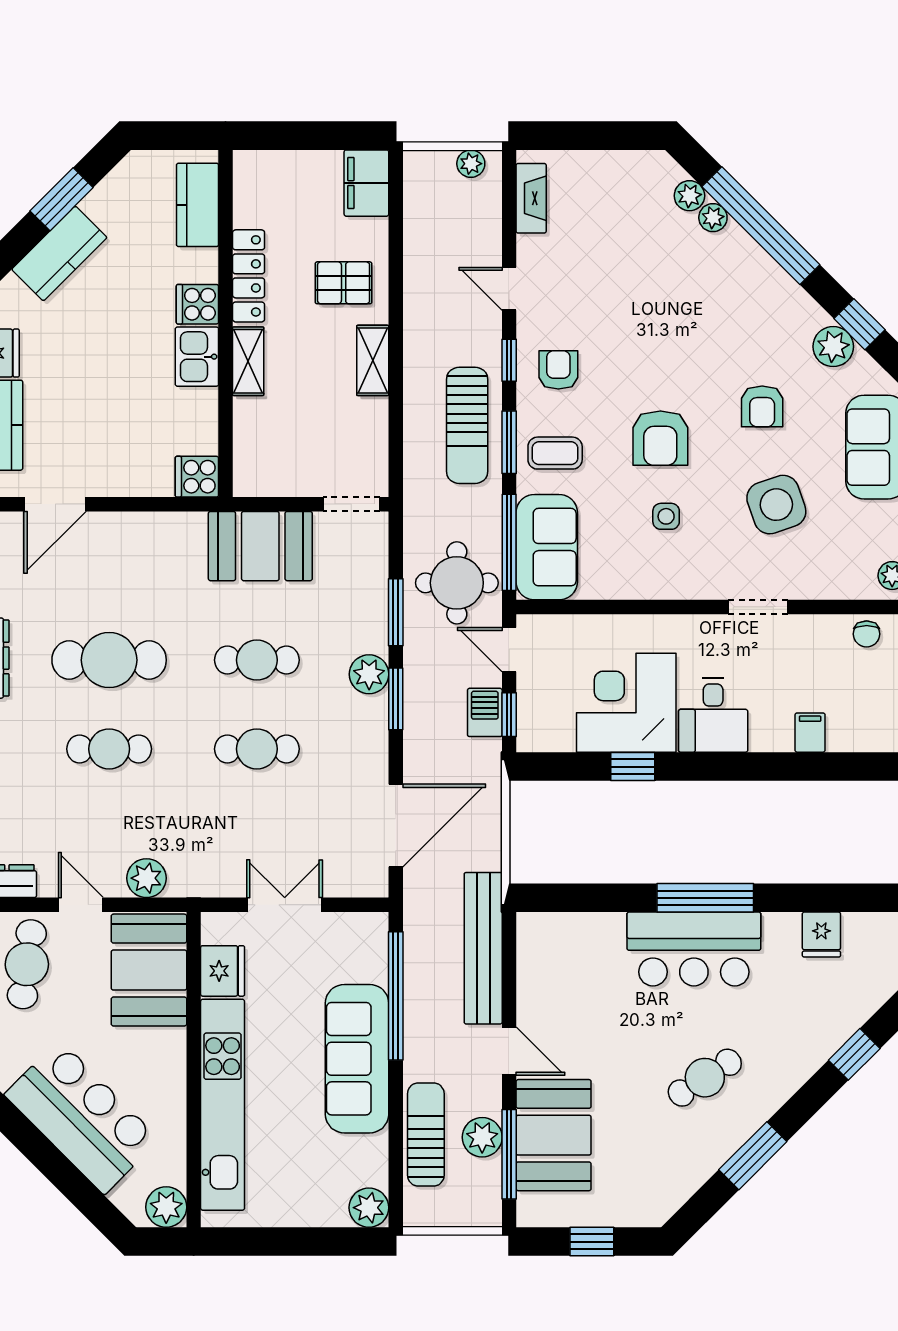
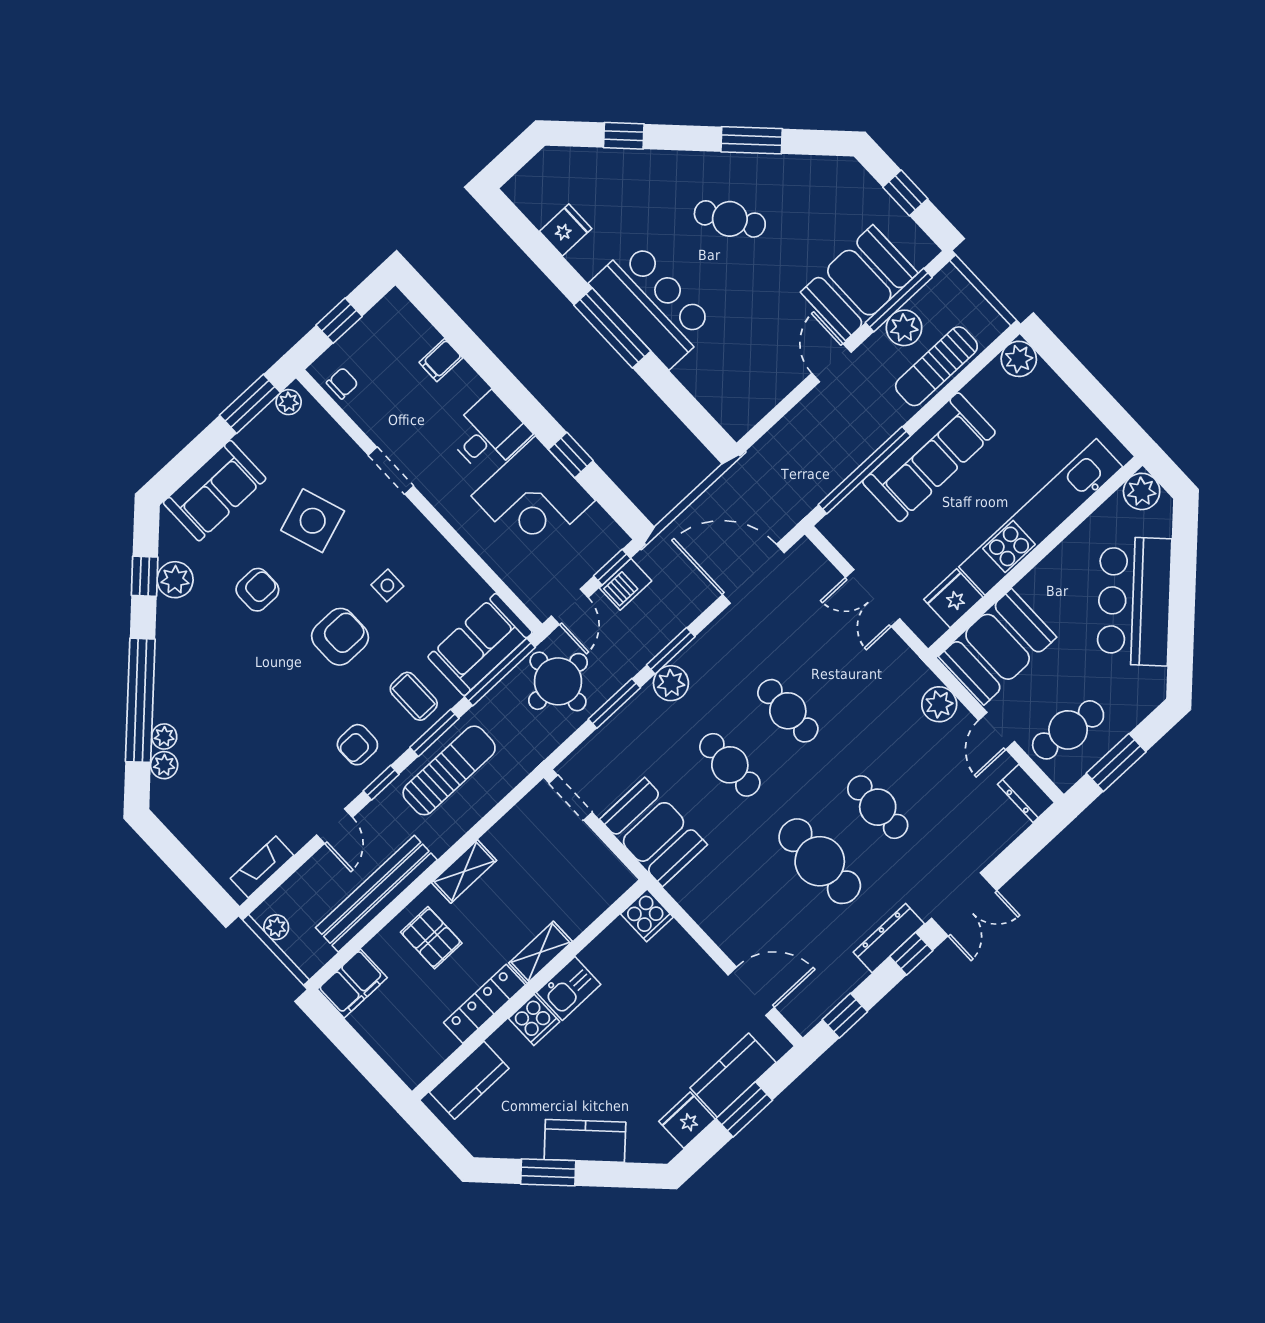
bench: (483, 948) -> (376, 894), moved

